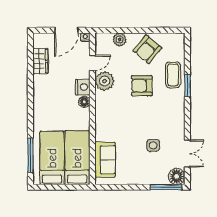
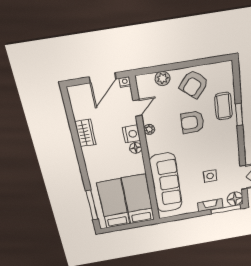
wardrobe: (40, 61) -> (85, 133), moved
plant: (105, 81) -> (149, 129), width x0.53, depth x0.53
sofa: (105, 160) -> (166, 183), width x1.85, depth x1.27
fireplace: (150, 179) -> (210, 205), added

